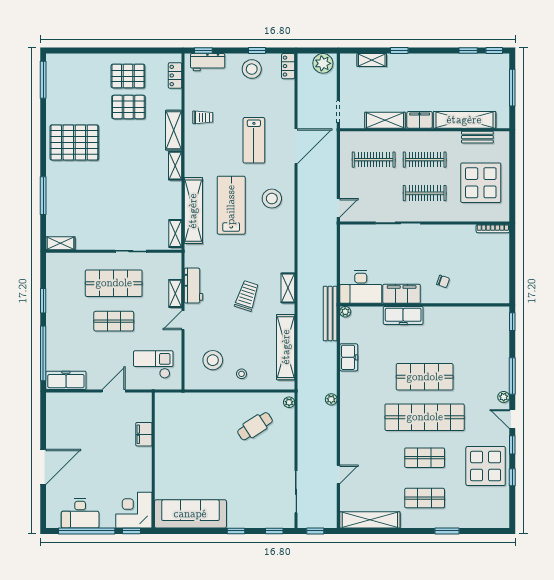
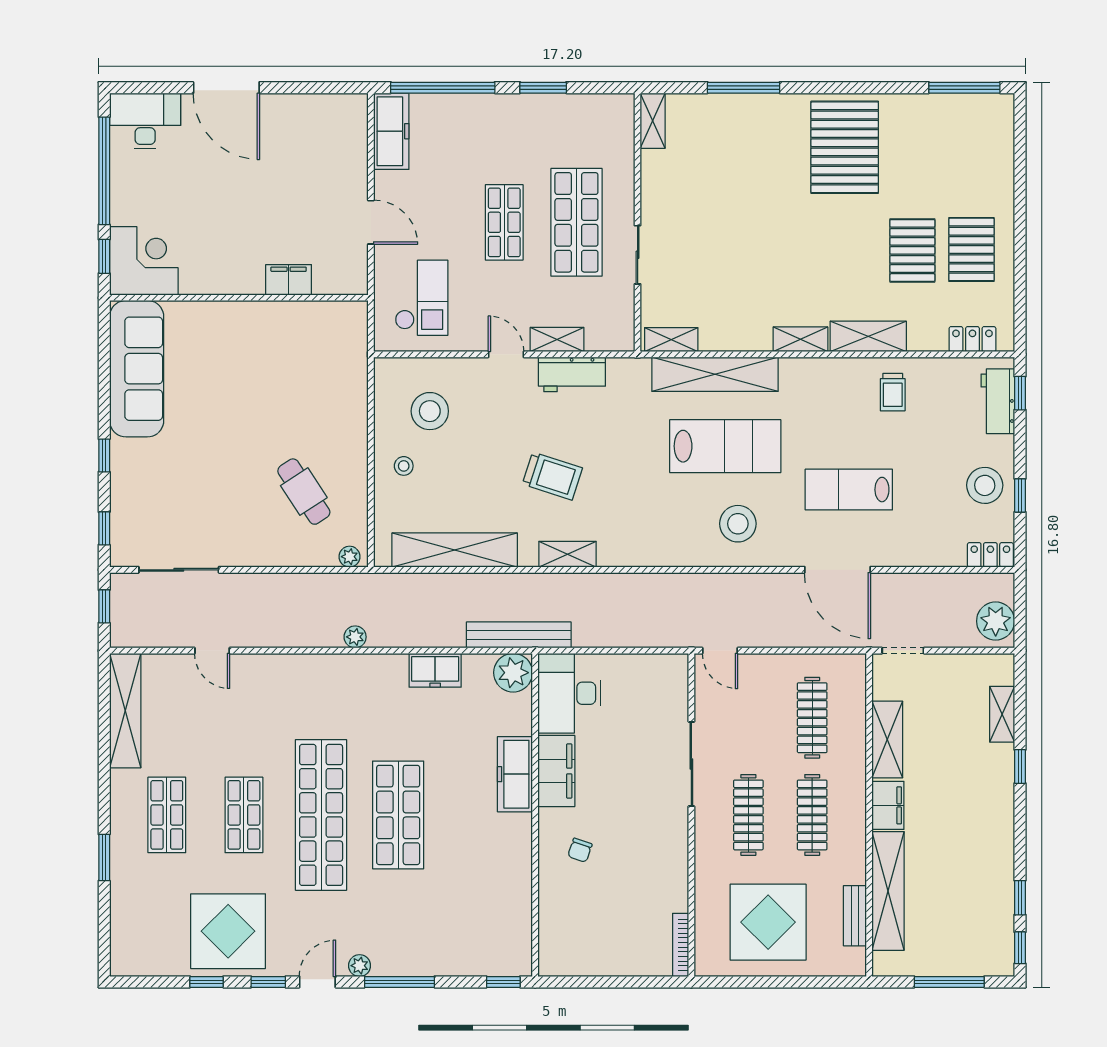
plant: (345, 312) -> (513, 673), width x1.88, depth x1.88
desk: (80, 513) -> (145, 121), moved, turned 90

